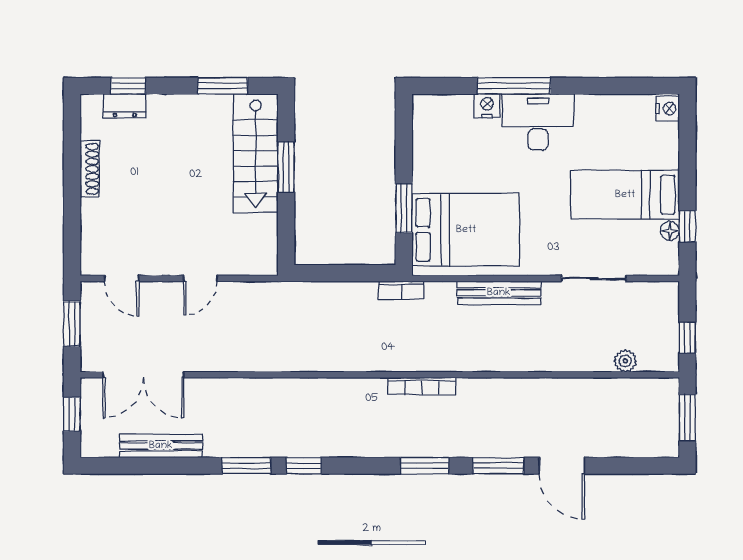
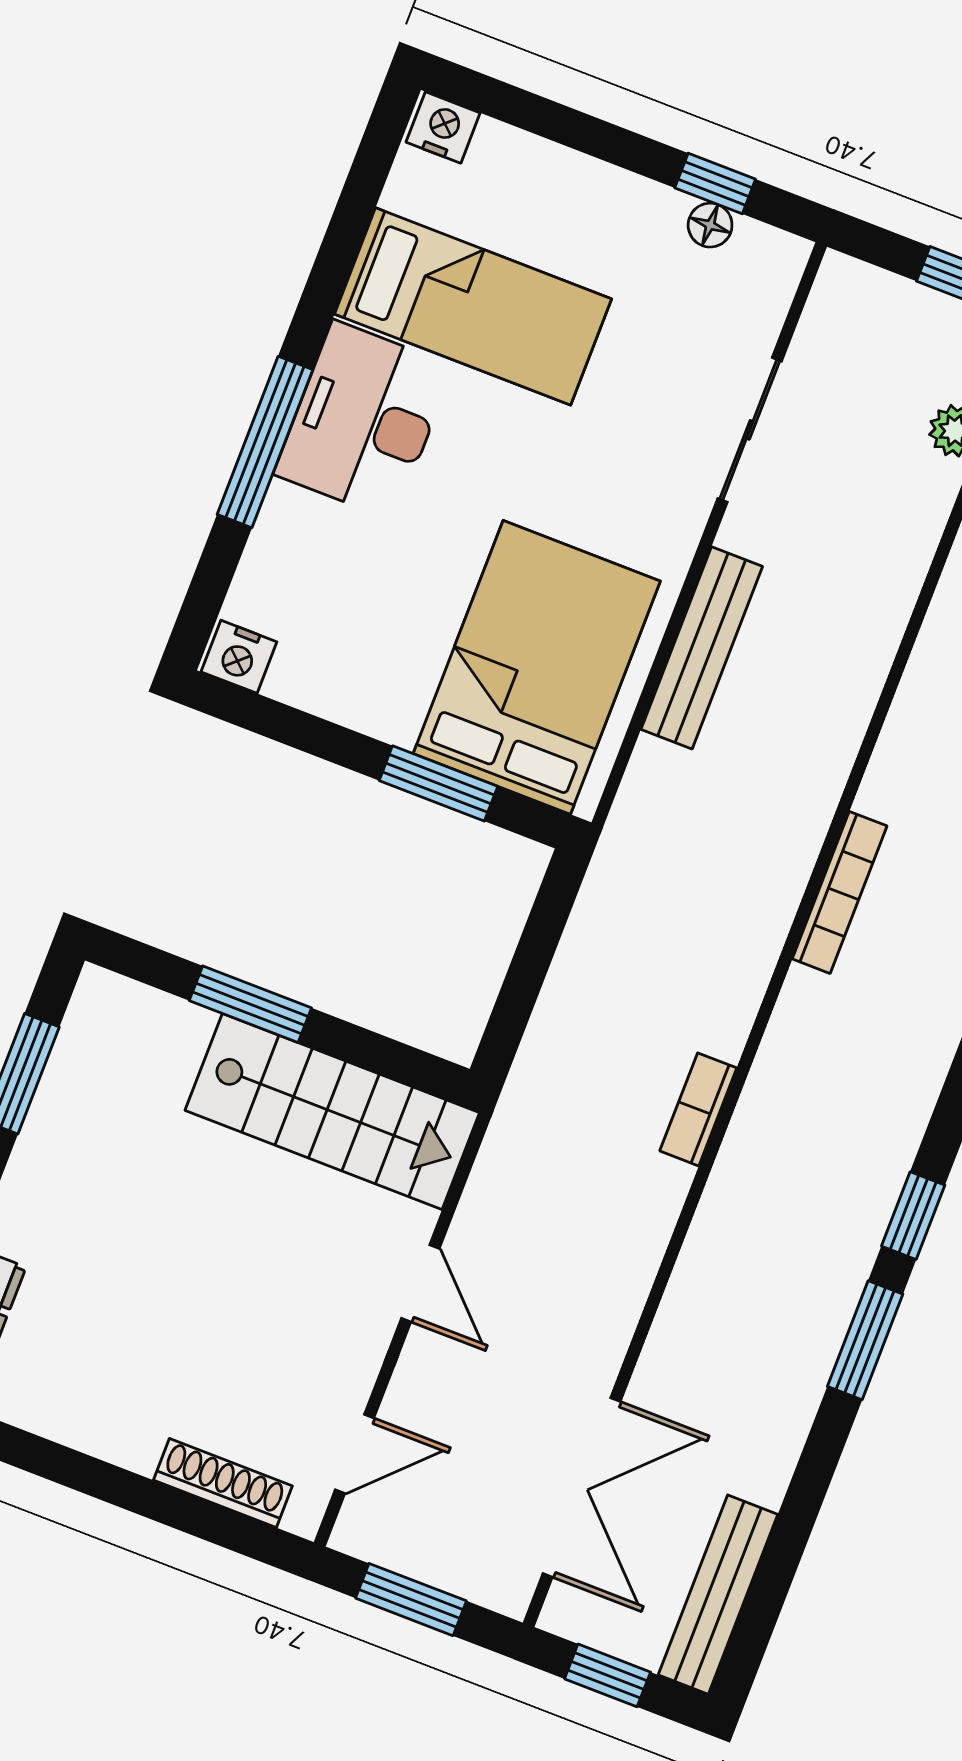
nightstand: (487, 106) -> (239, 657), moved, turned -90
stairs: (256, 153) -> (332, 1112), moved
shoe rack: (90, 169) -> (223, 1483), moved
bed: (625, 195) -> (473, 306), moved, turned -90
bookcase: (401, 290) -> (698, 1109), moved, turned 180
bench: (161, 446) -> (718, 1595), moved

